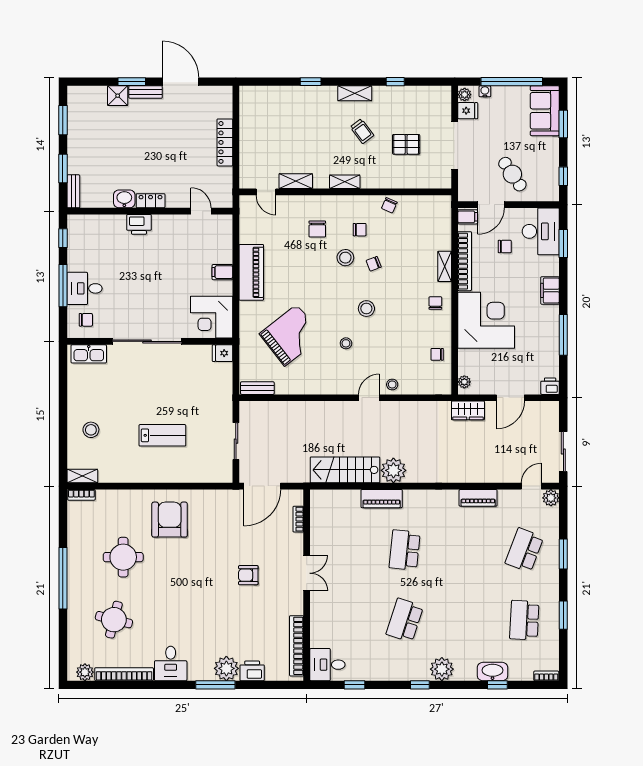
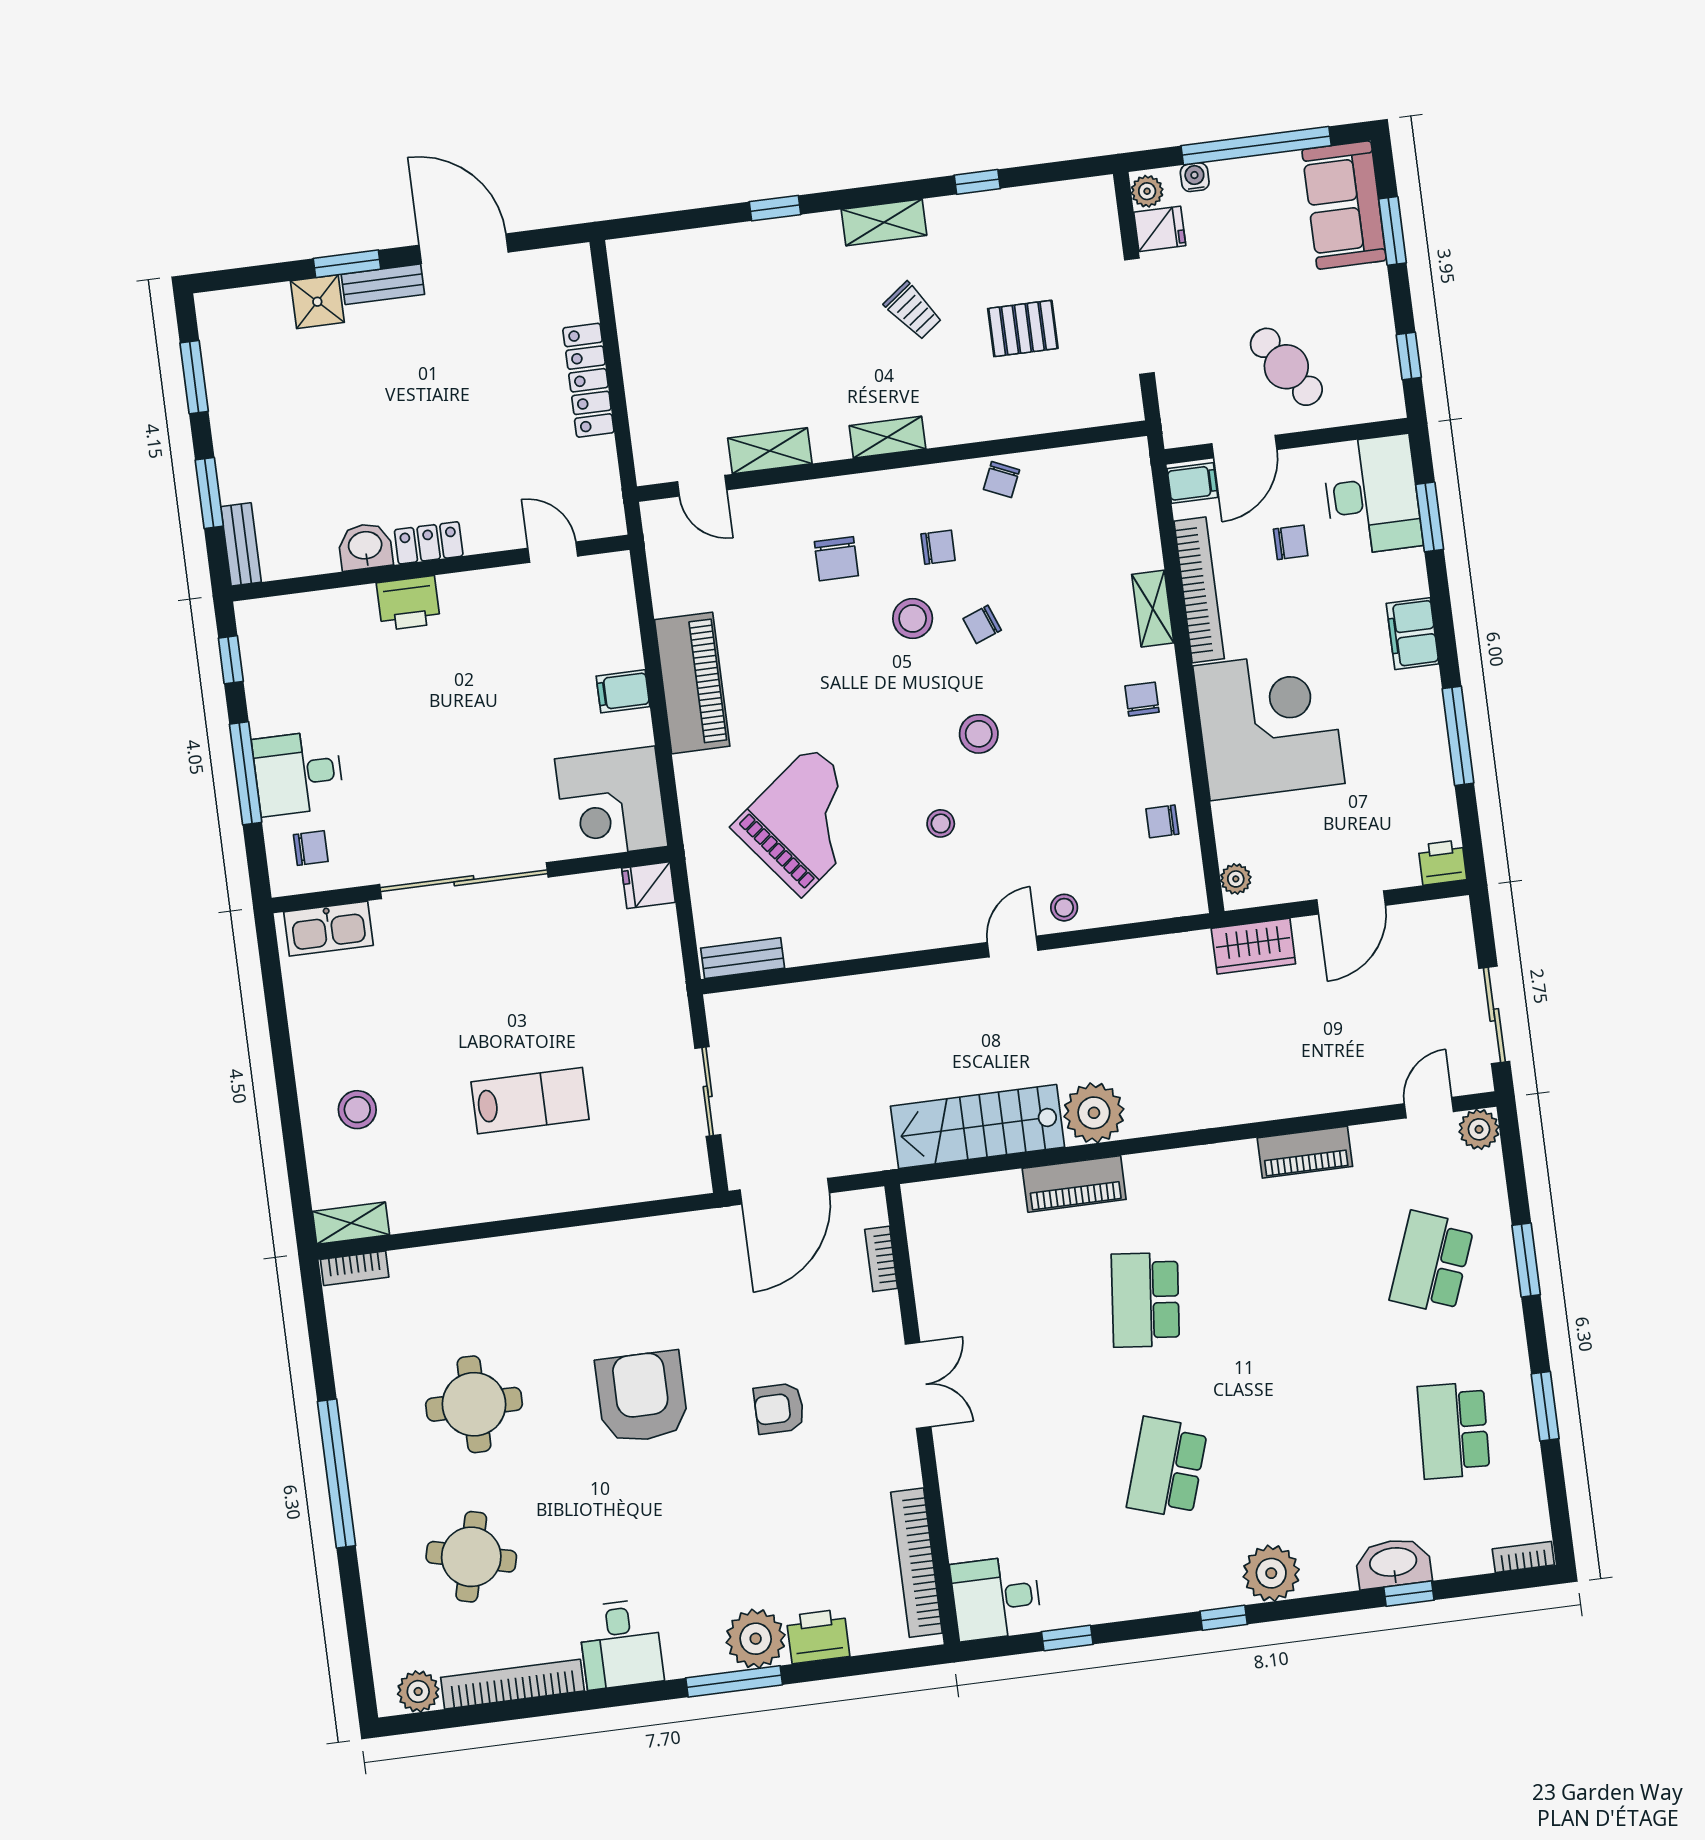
armchair: (170, 520) -> (642, 1397), moved

